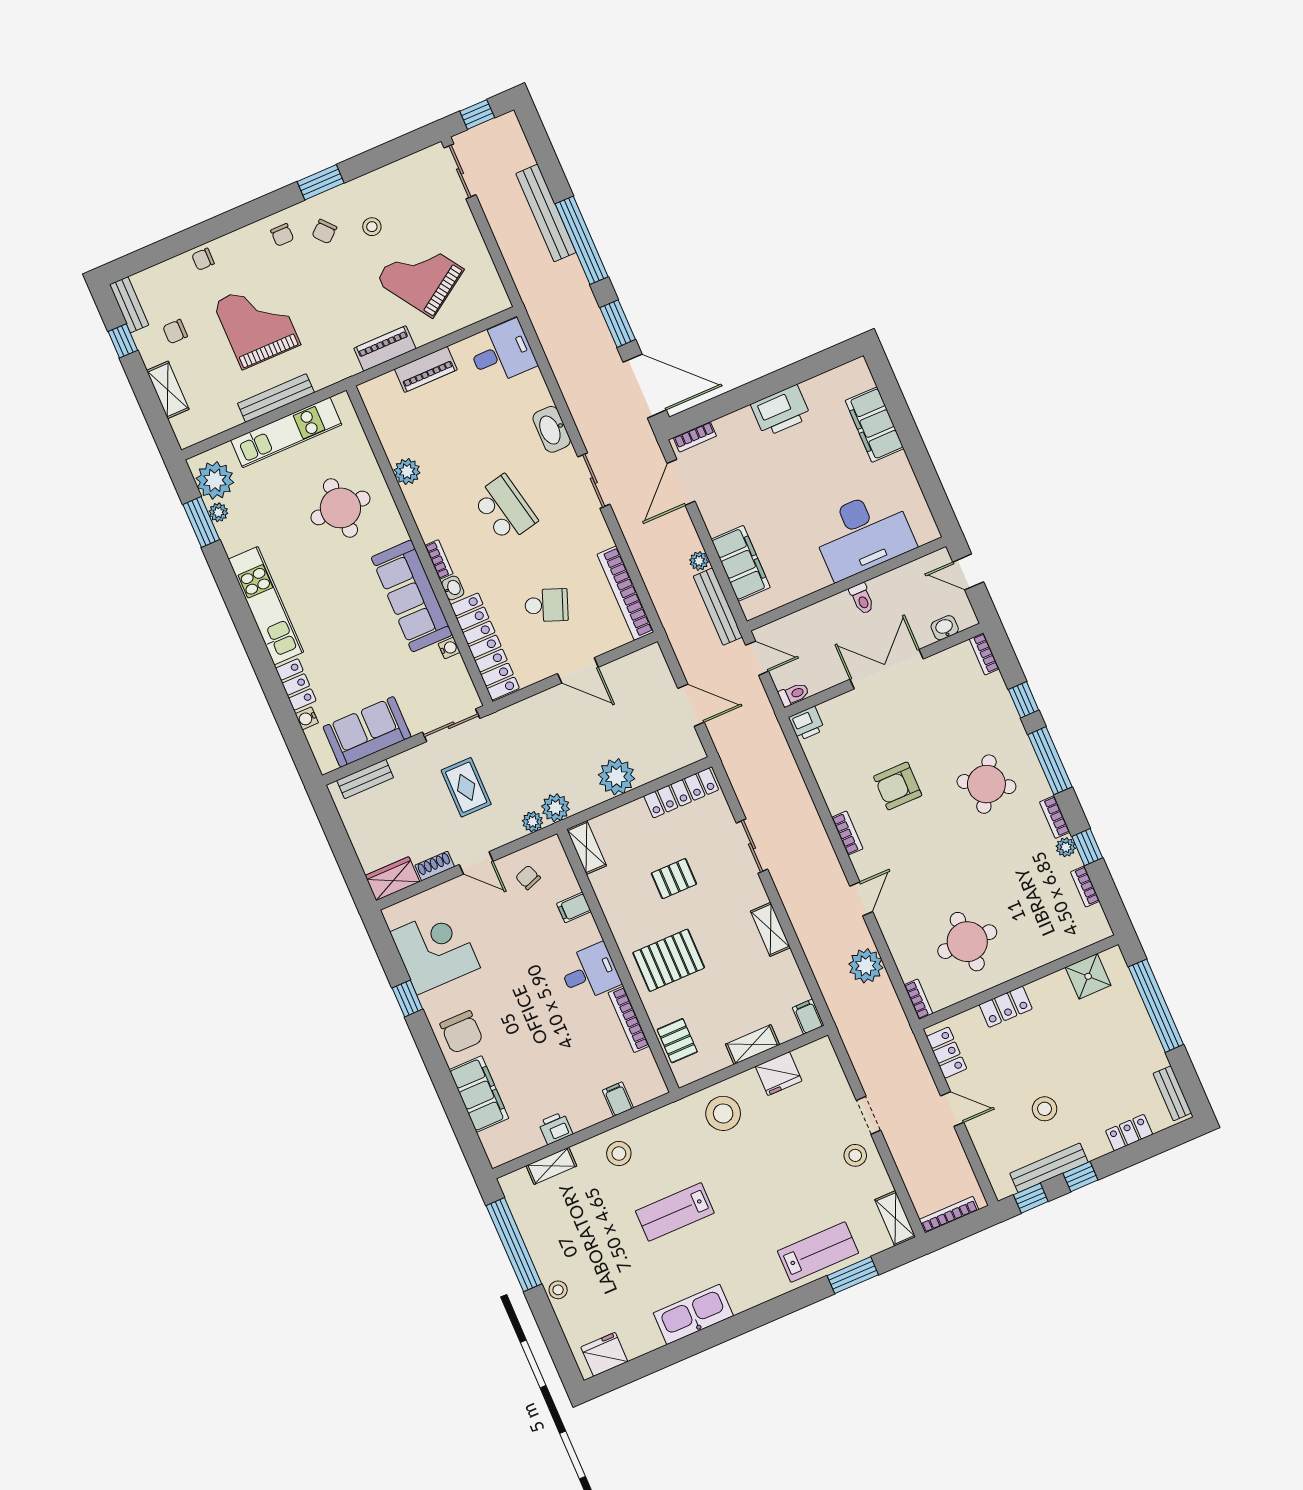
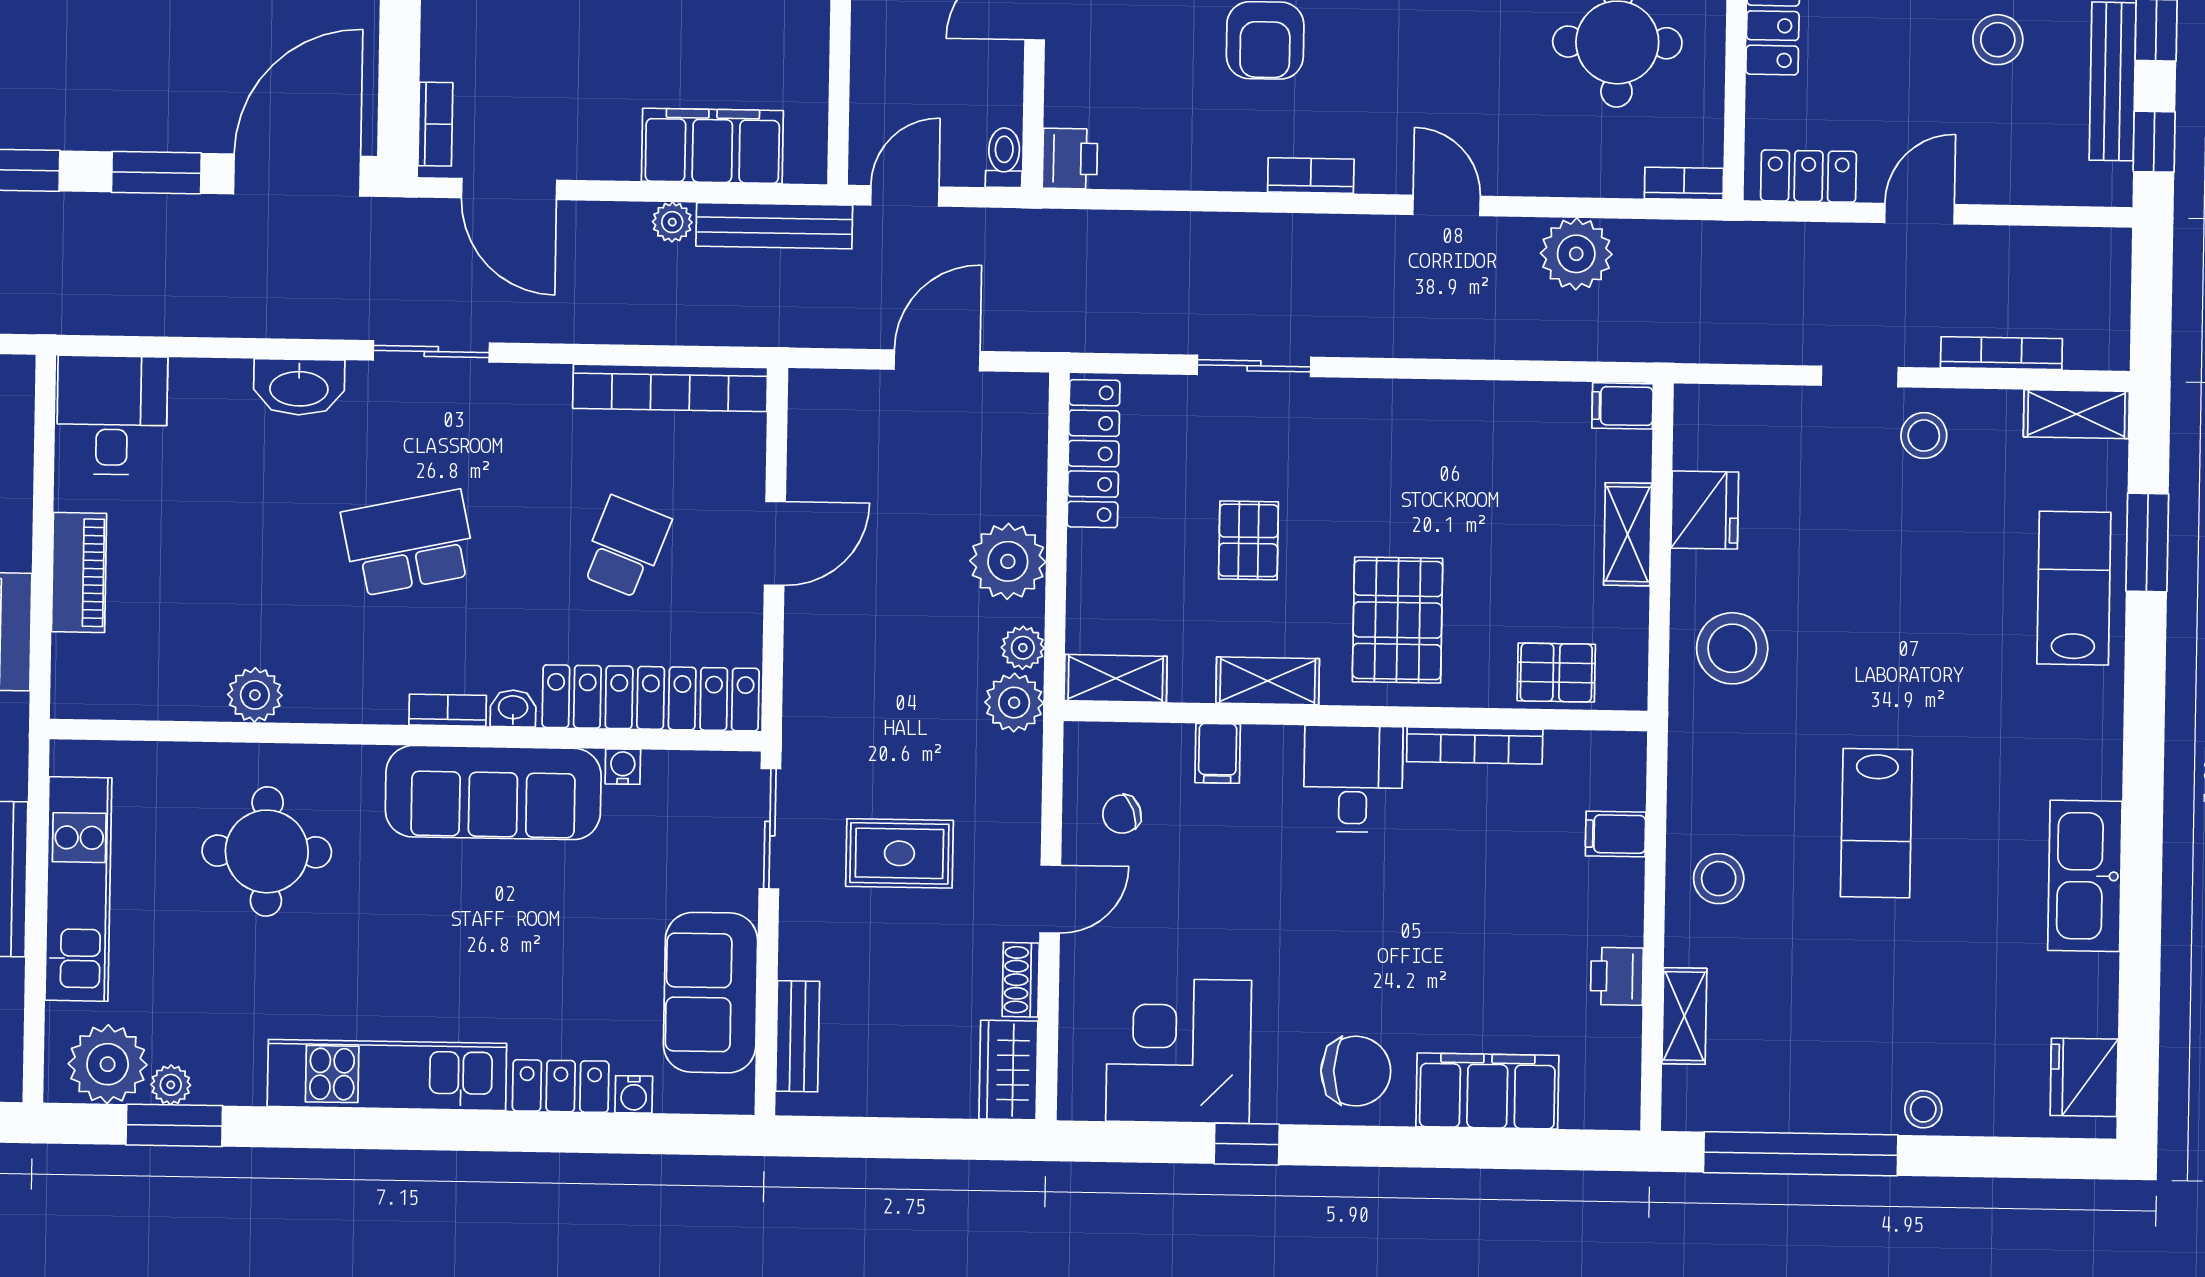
plant: (533, 822) -> (1023, 648), moved
shelving: (770, 929) -> (1268, 681), moved
bookcase: (949, 1215) -> (2001, 353), moved, turned 90

